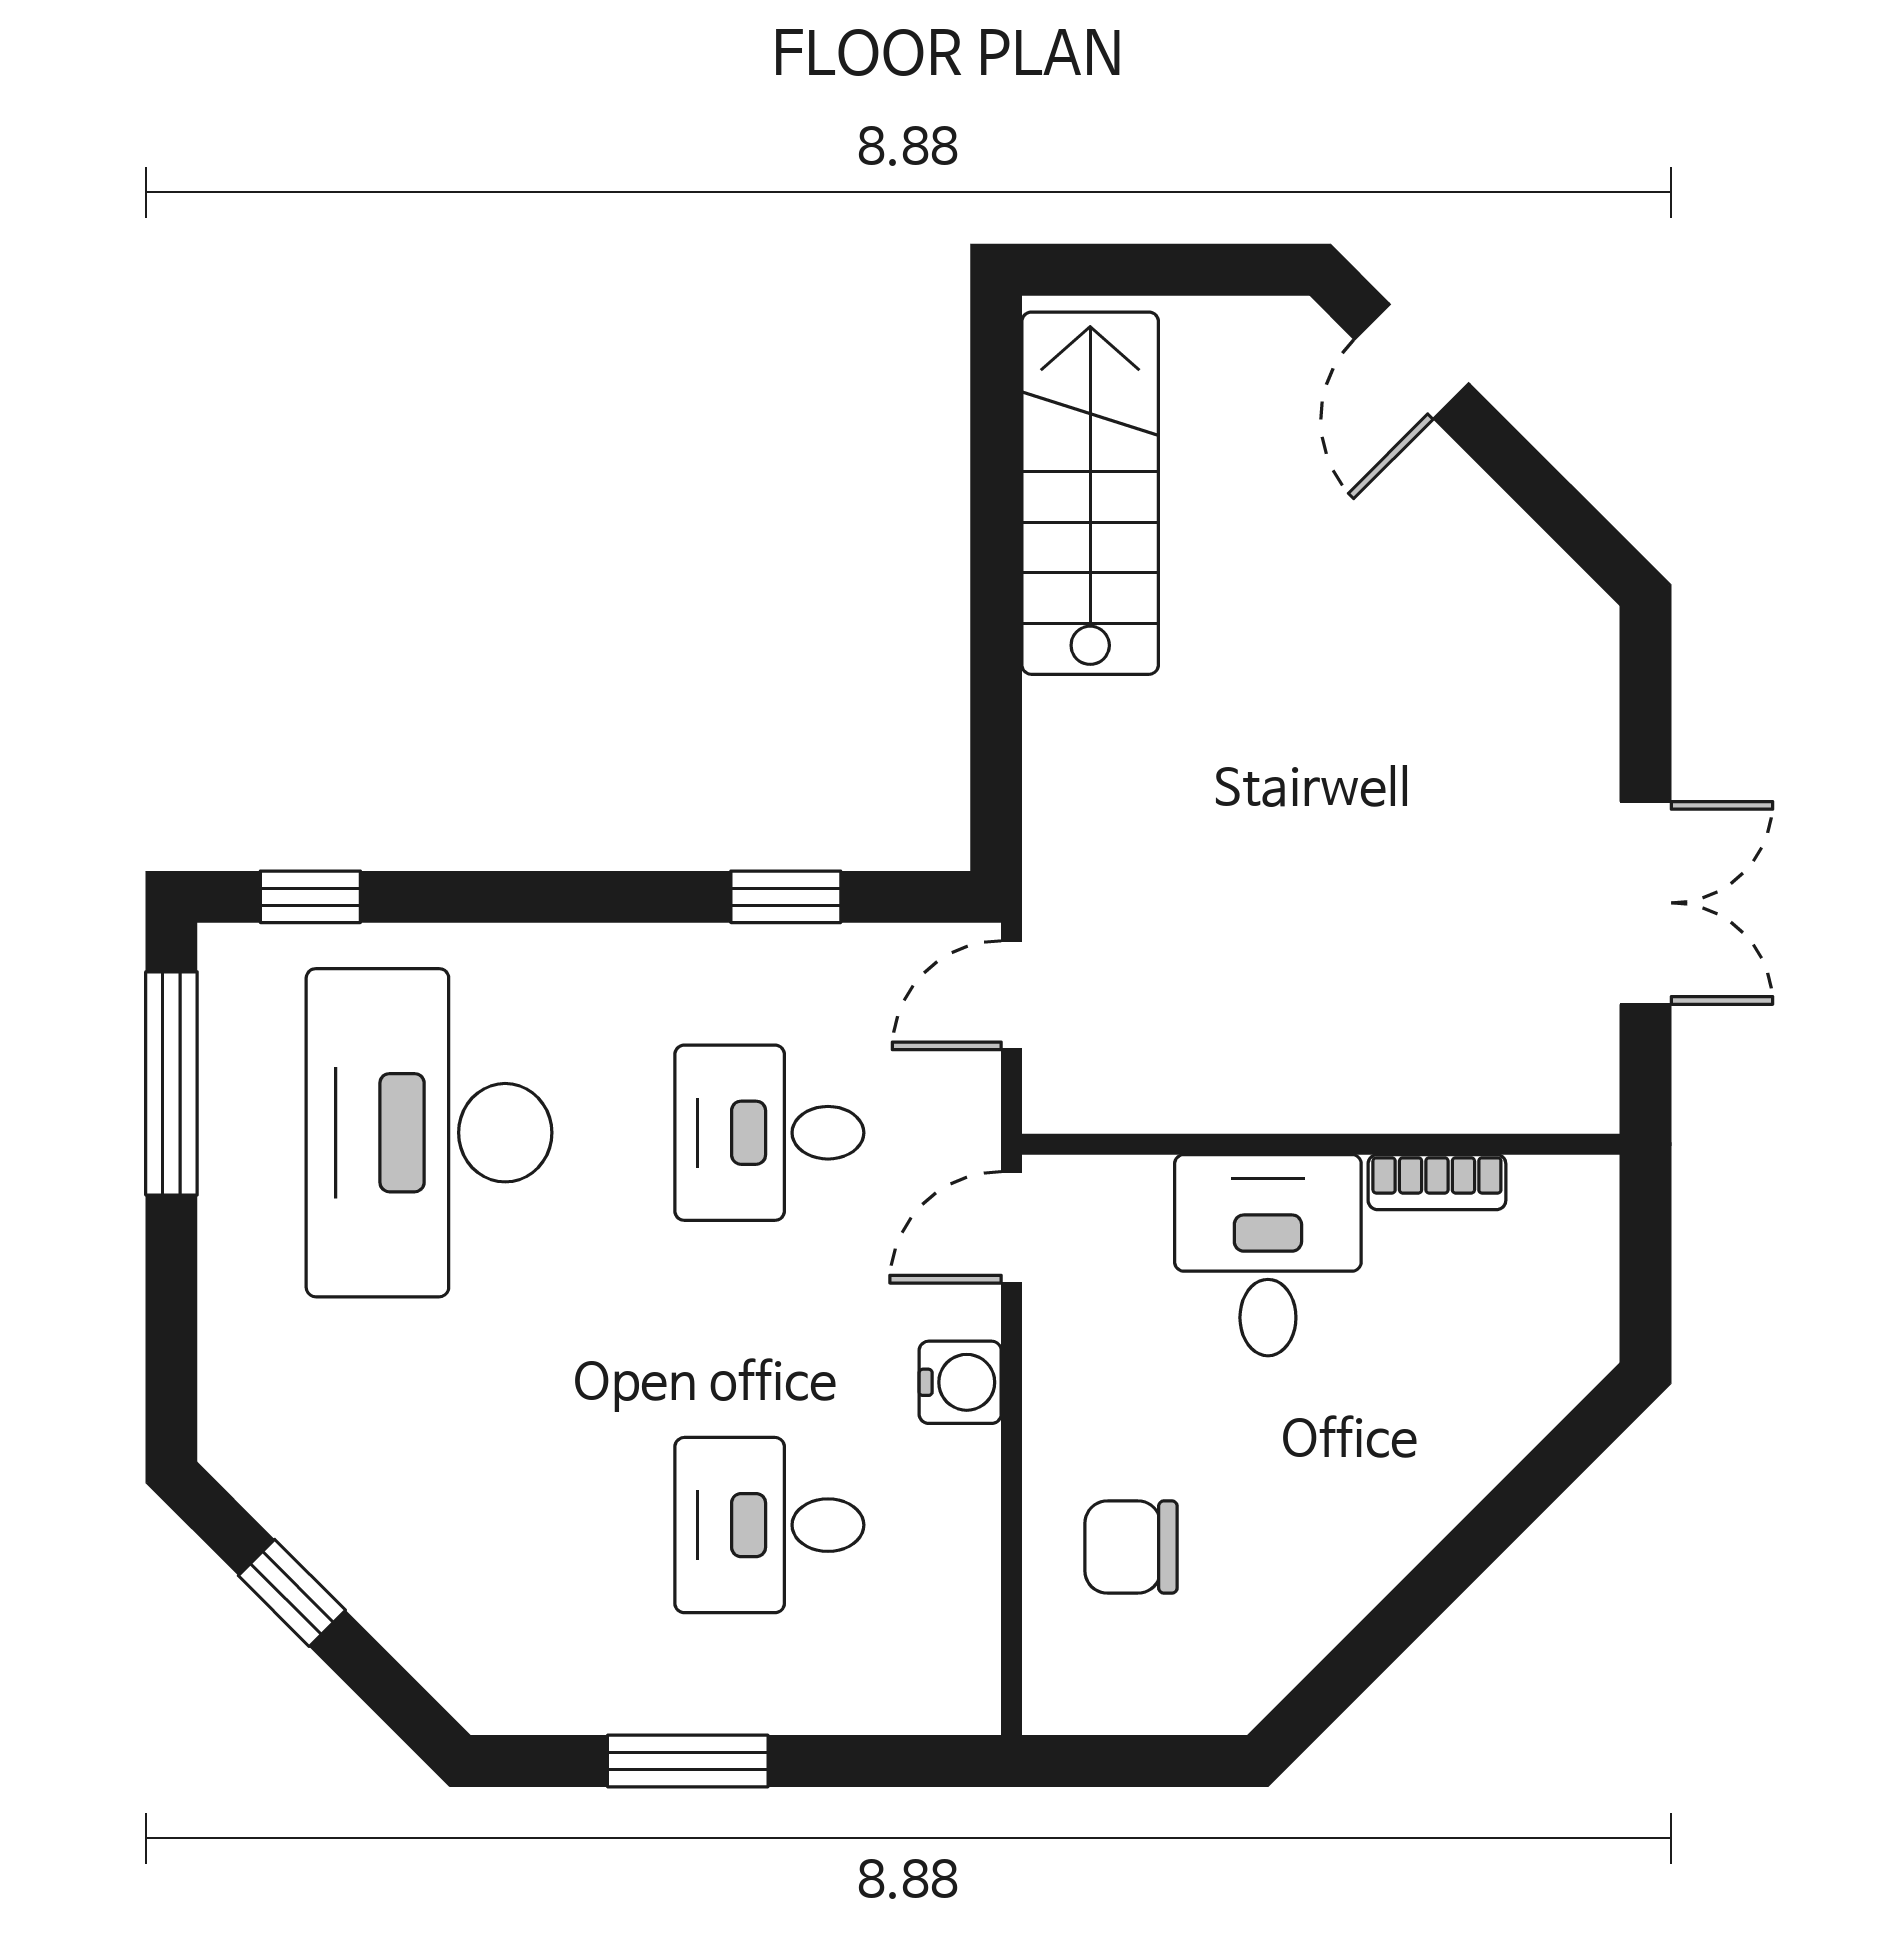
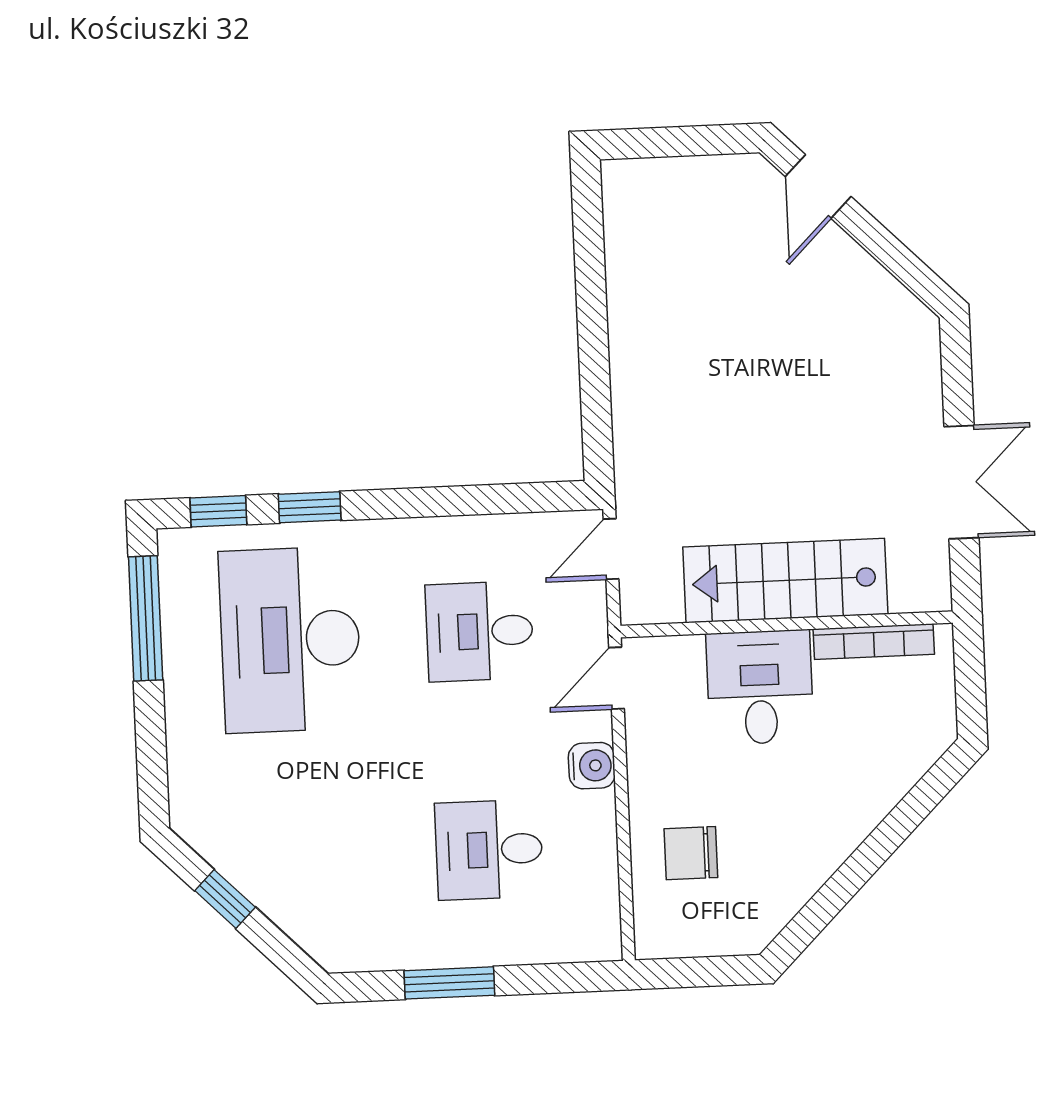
stairs: (1090, 493) -> (785, 581), moved, turned -90
window: (786, 897) -> (310, 507), moved
bookcase: (1437, 1182) -> (874, 642), width x1.56

